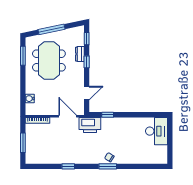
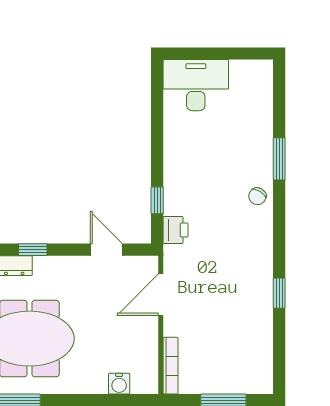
printer: (90, 125) -> (176, 230), width x0.53, depth x0.68
window: (108, 166) -> (279, 159), moved

